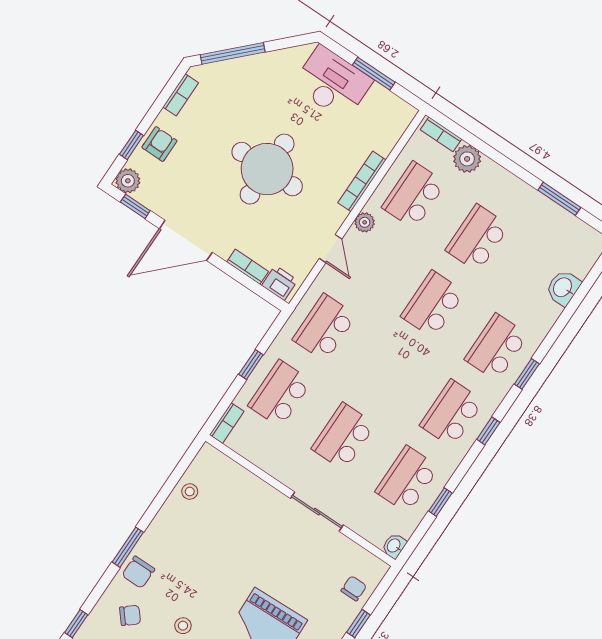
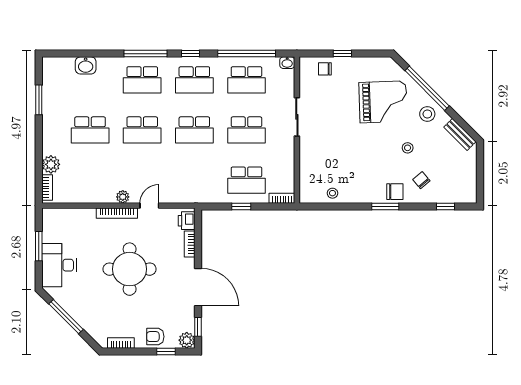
window: (233, 53) -> (66, 317), moved
bookcase: (362, 181) -> (117, 213), moved
school desk: (414, 195) -> (90, 180), removed
school desk: (324, 327) -> (194, 130), moved
window: (527, 374) -> (146, 54), width x2.17
window: (440, 502) -> (247, 54), width x3.17

